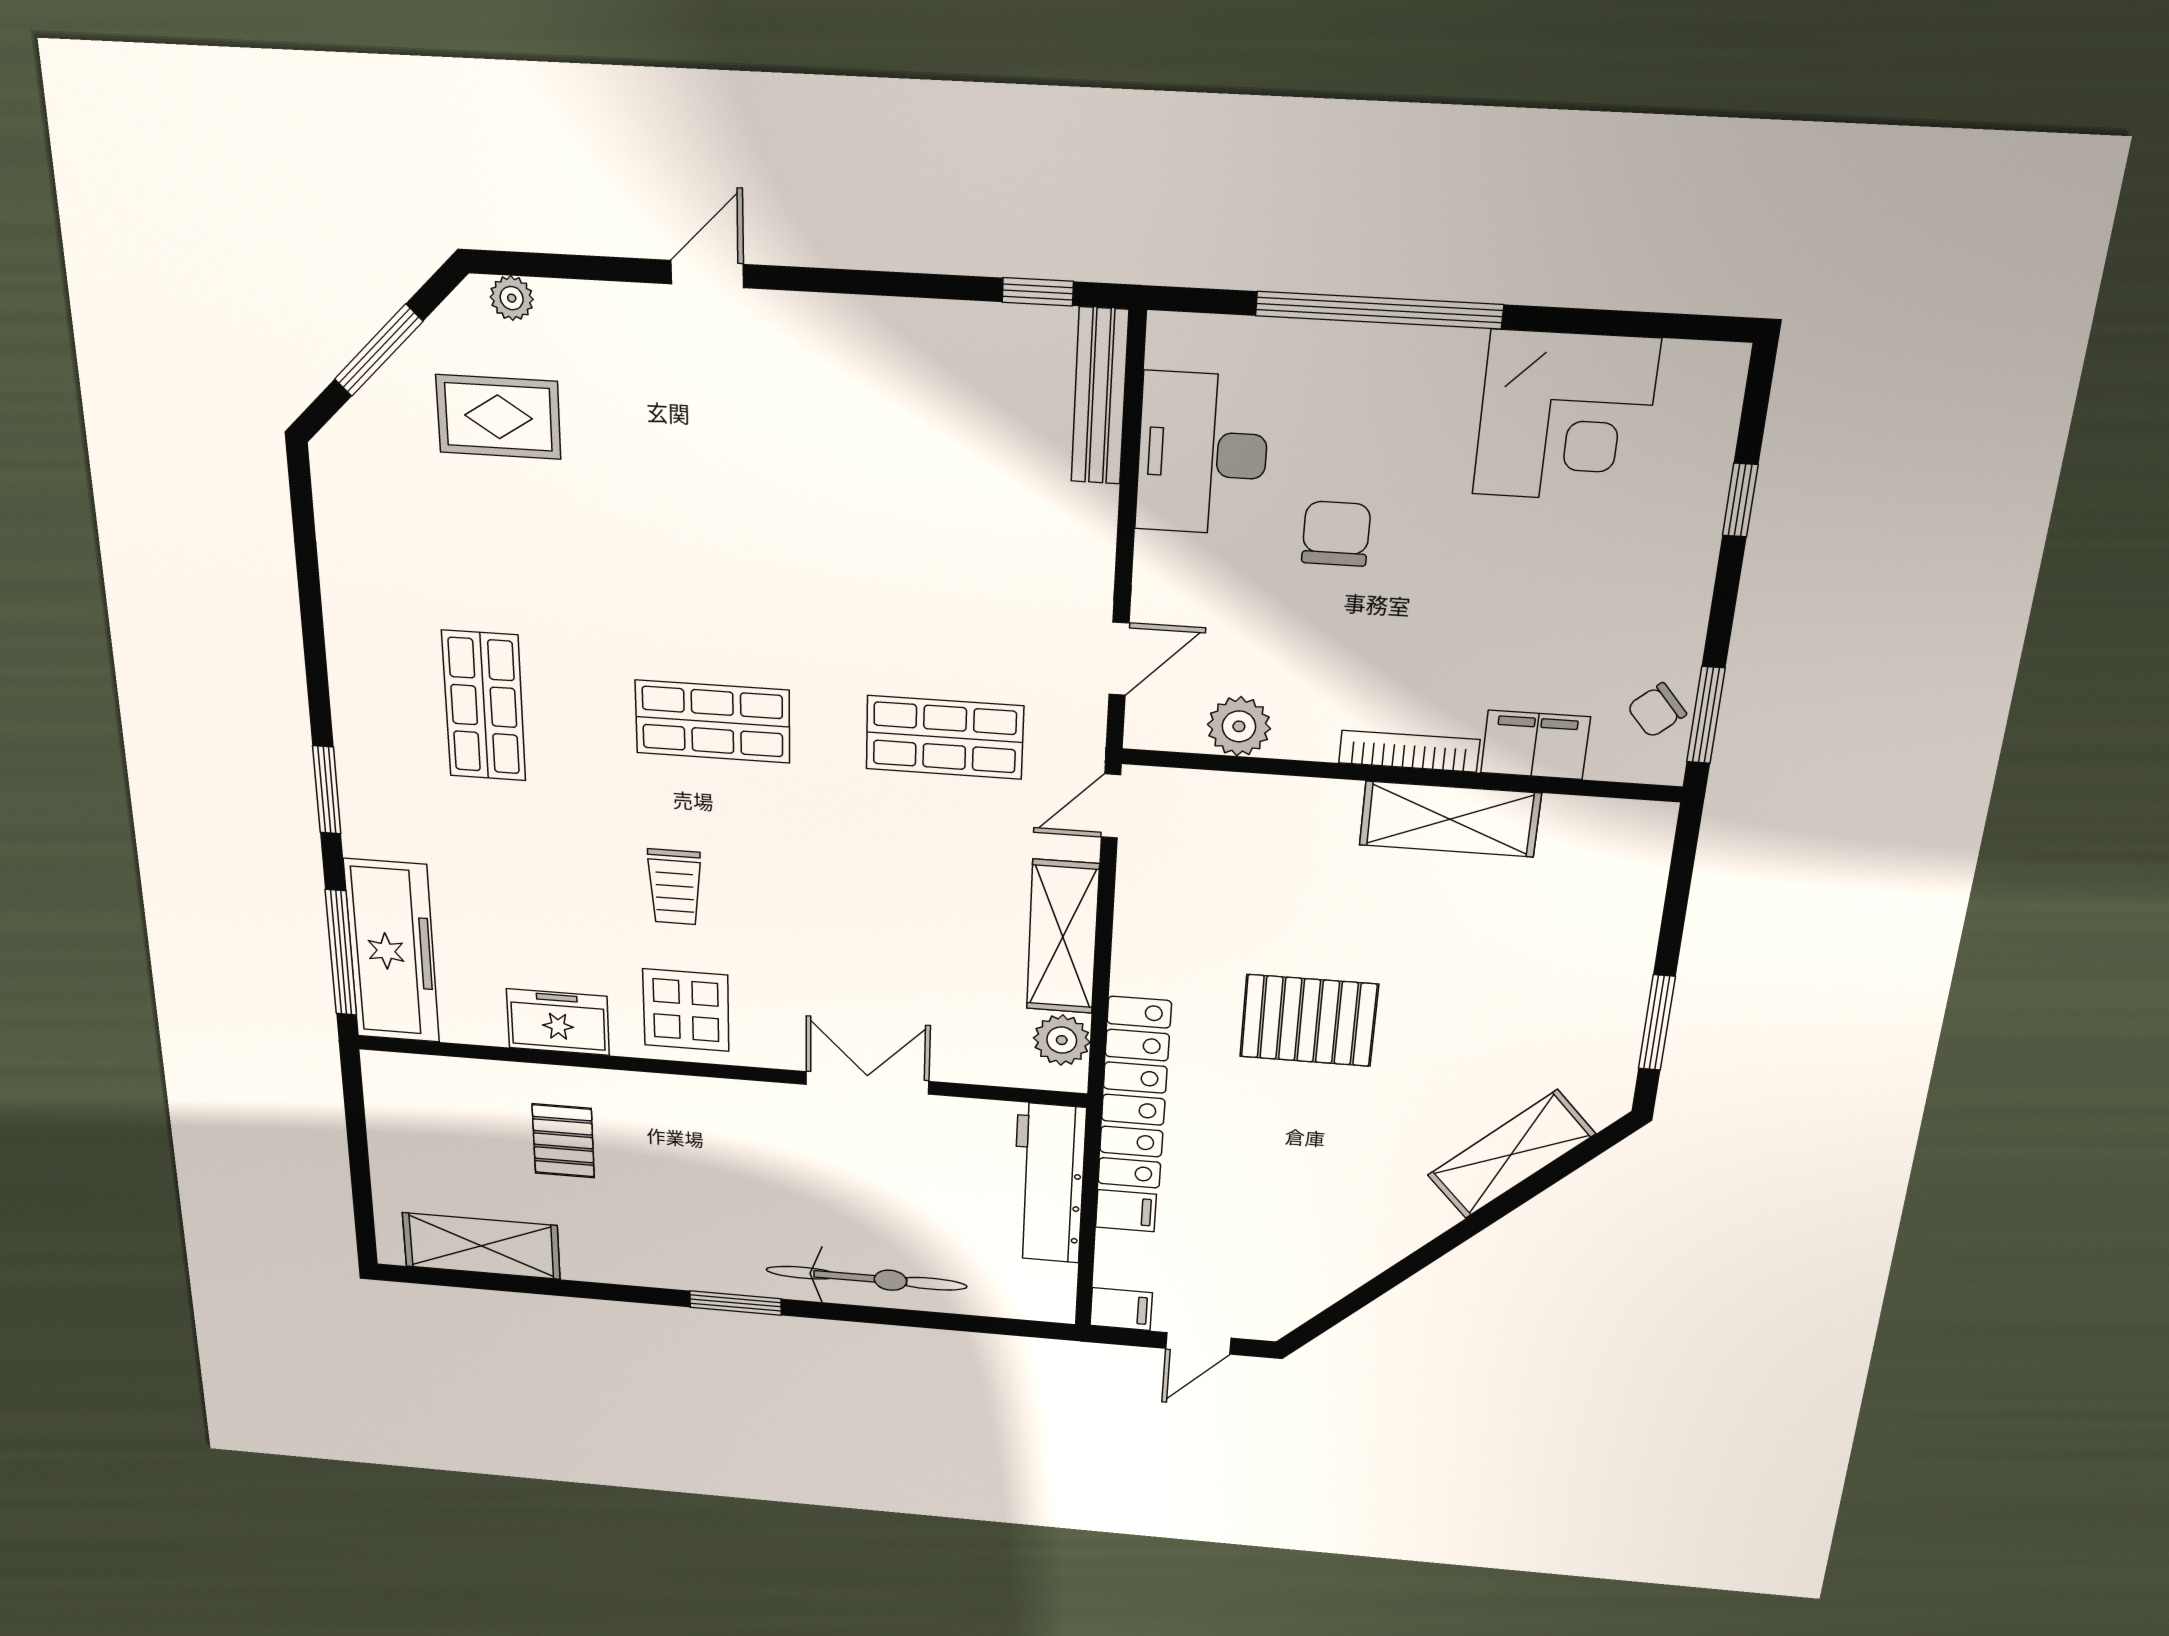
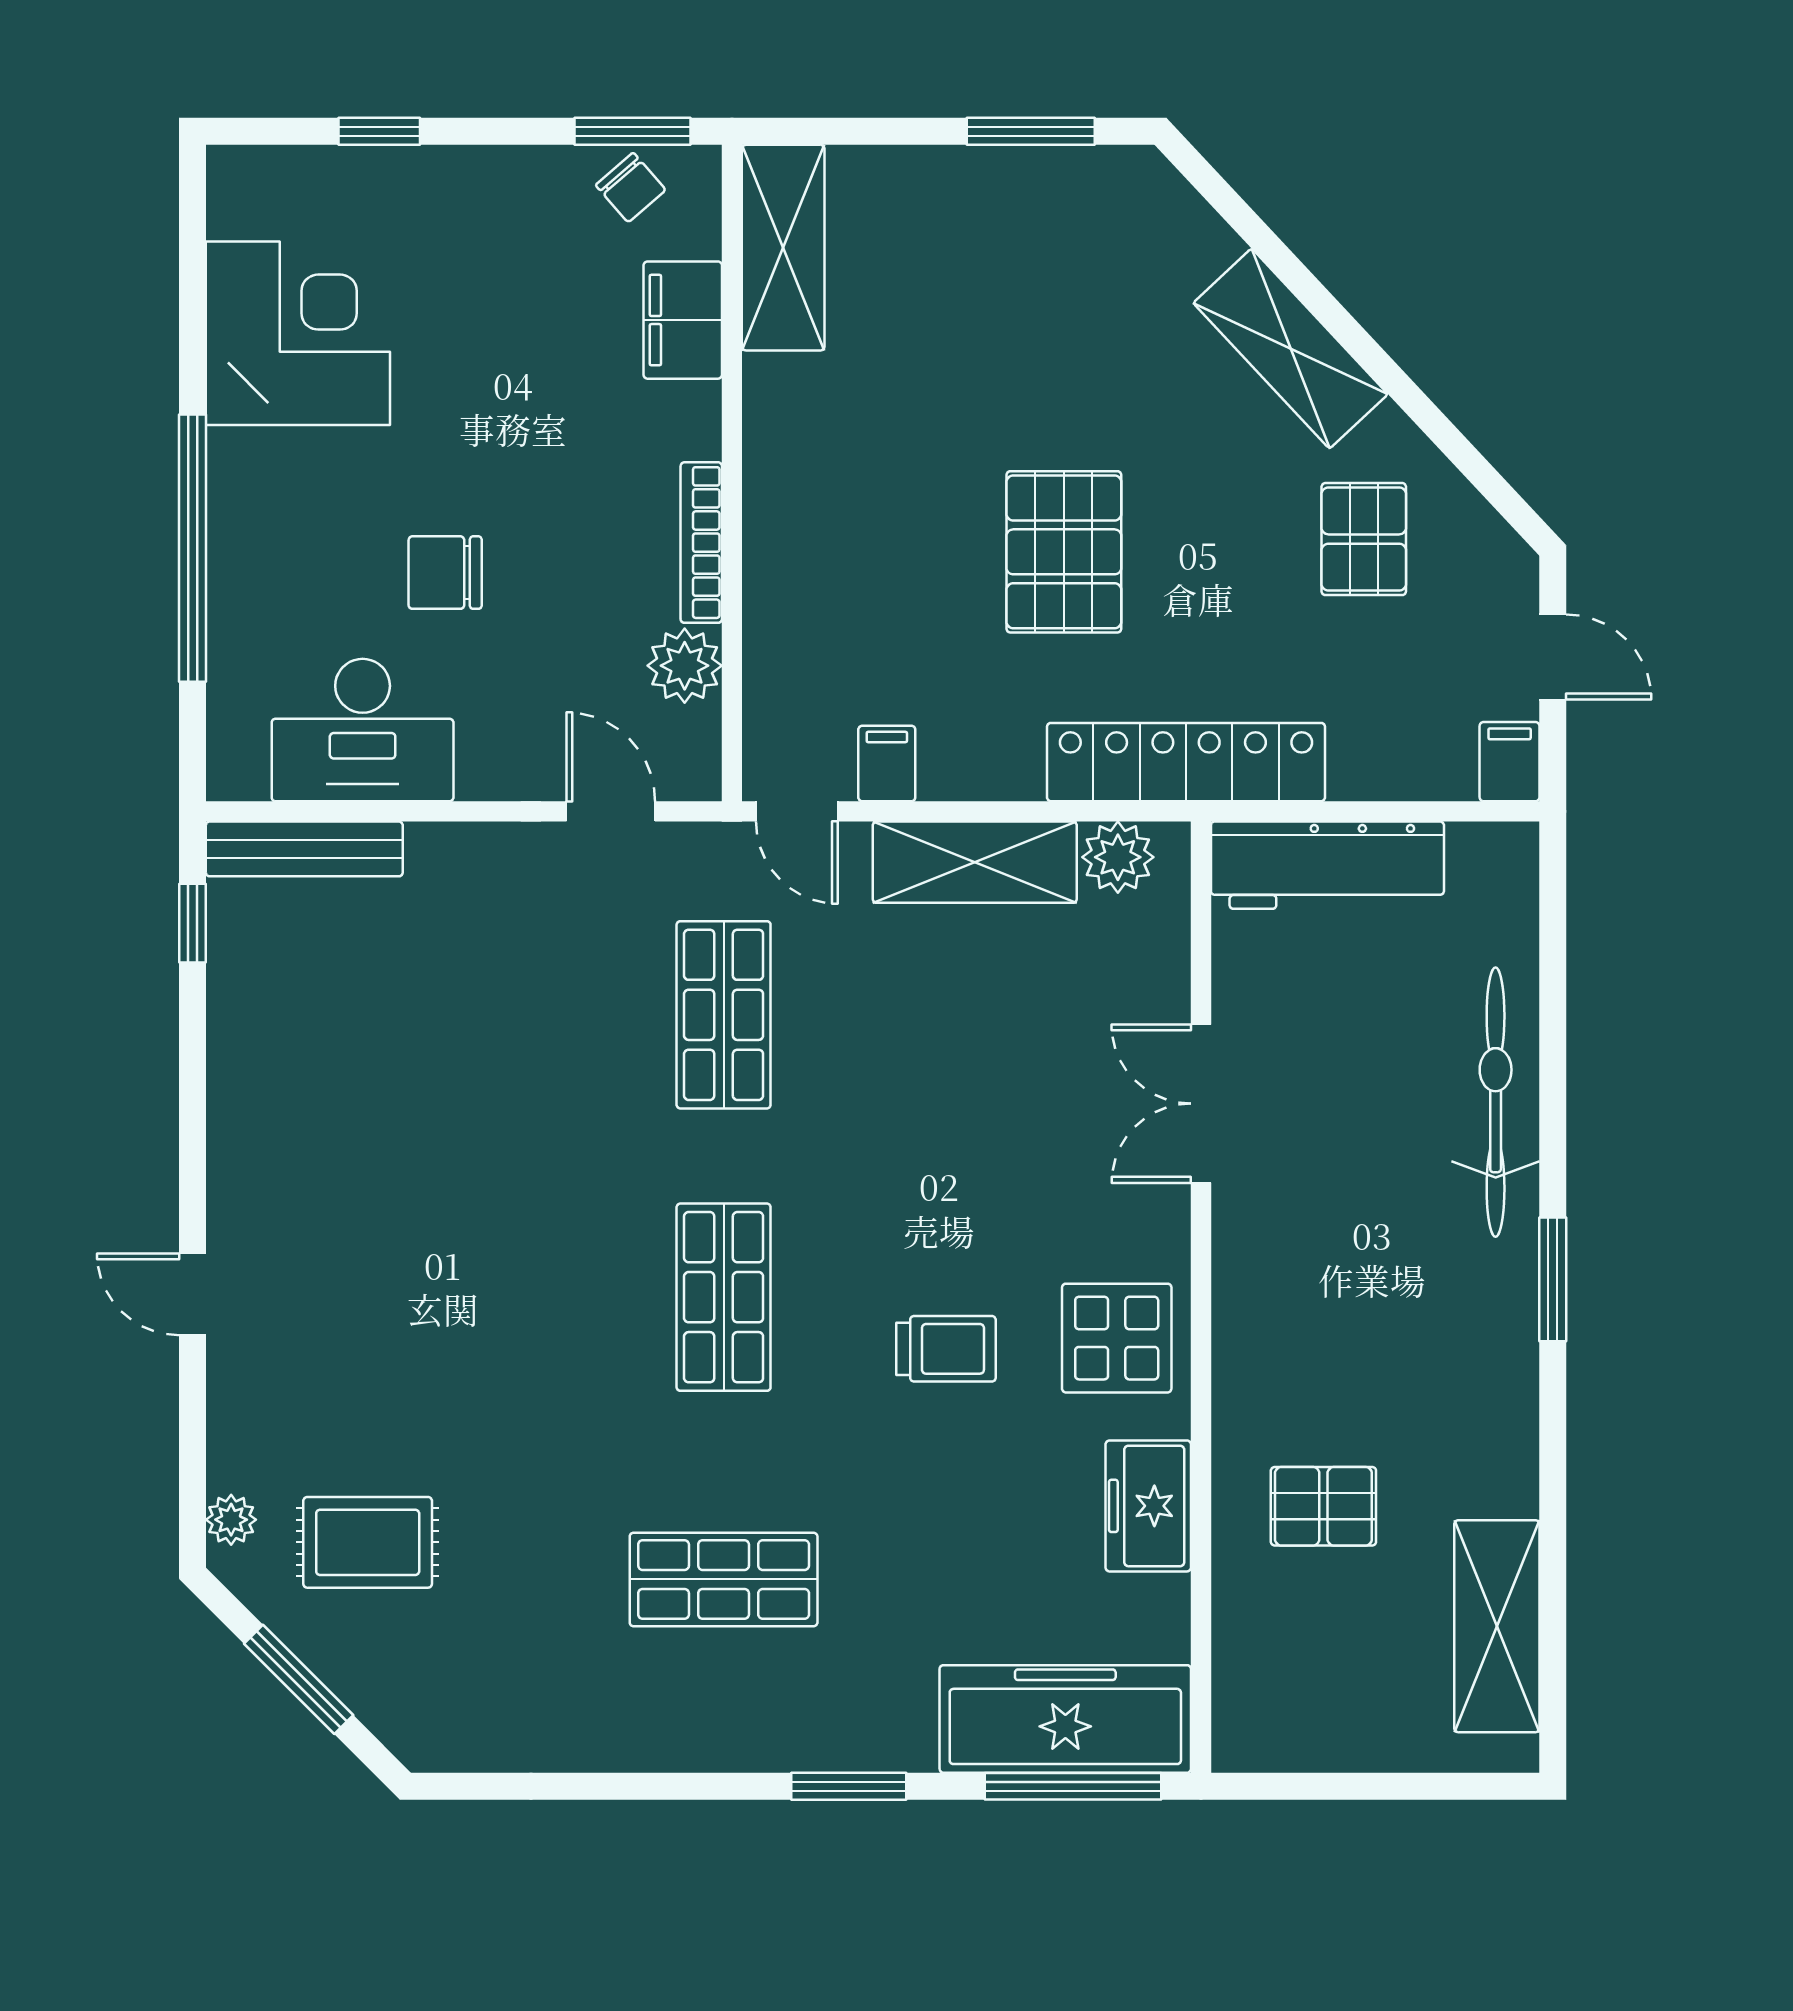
rug: (498, 417) -> (368, 1542), turned 90
bookcase: (1409, 751) -> (701, 543), moved
shelving: (1450, 819) -> (783, 248), moved
shelving: (1511, 1155) -> (1291, 349), moved
filing cabinet: (1126, 1211) -> (887, 763), moved
pallet: (1299, 1229) -> (1364, 539), added

